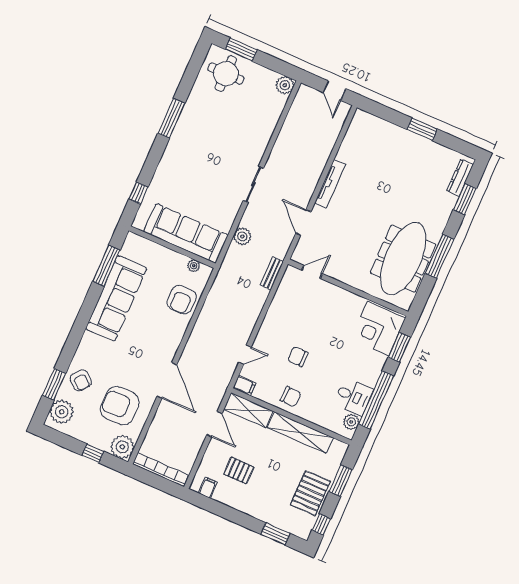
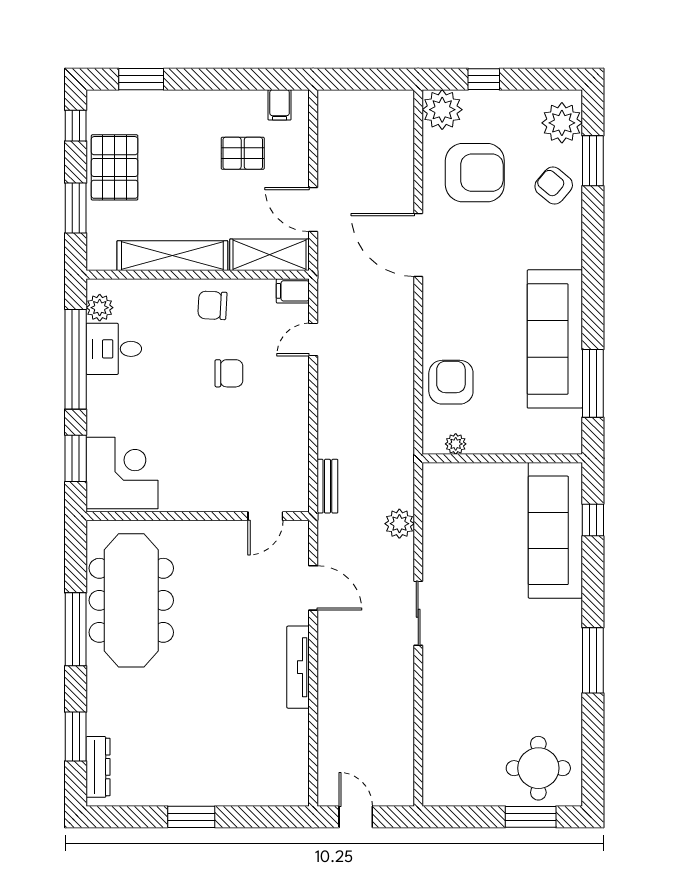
plant: (285, 85) -> (437, 791), removed
sofa: (186, 233) -> (555, 530), moved, turned 90
bookcase: (161, 470) -> (366, 100), removed

